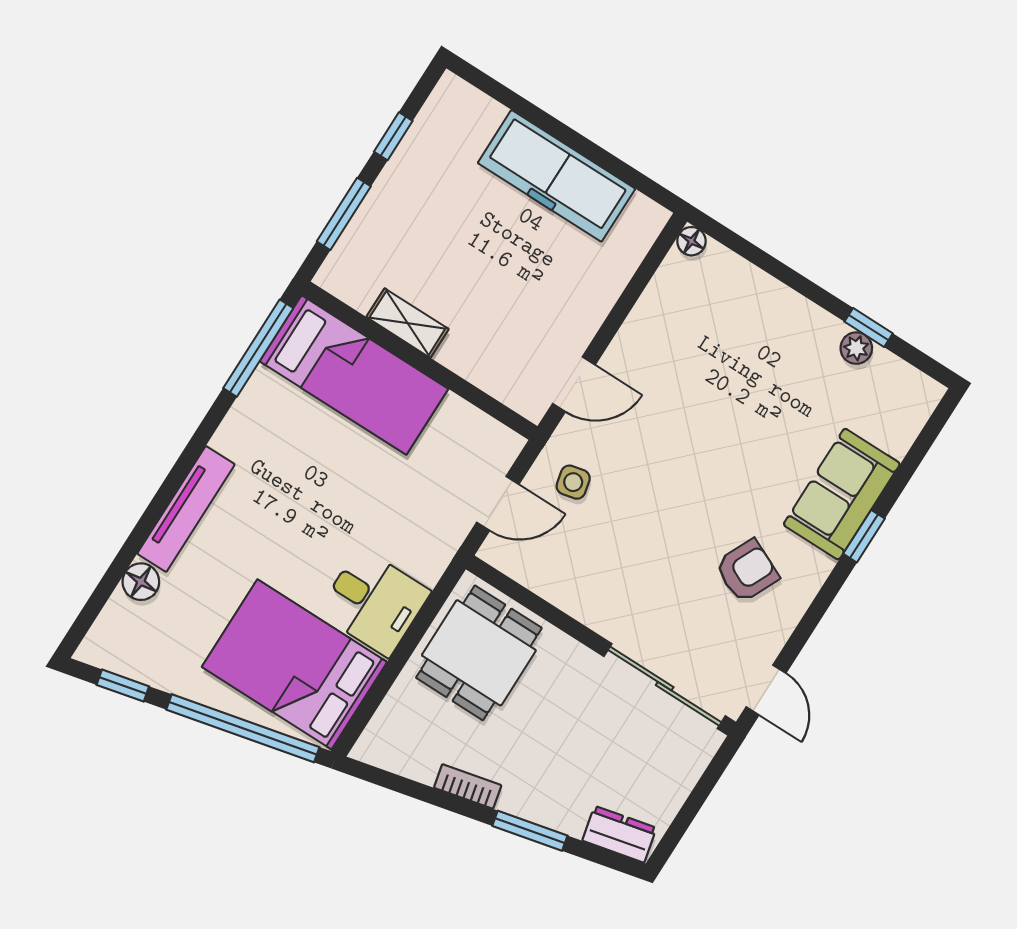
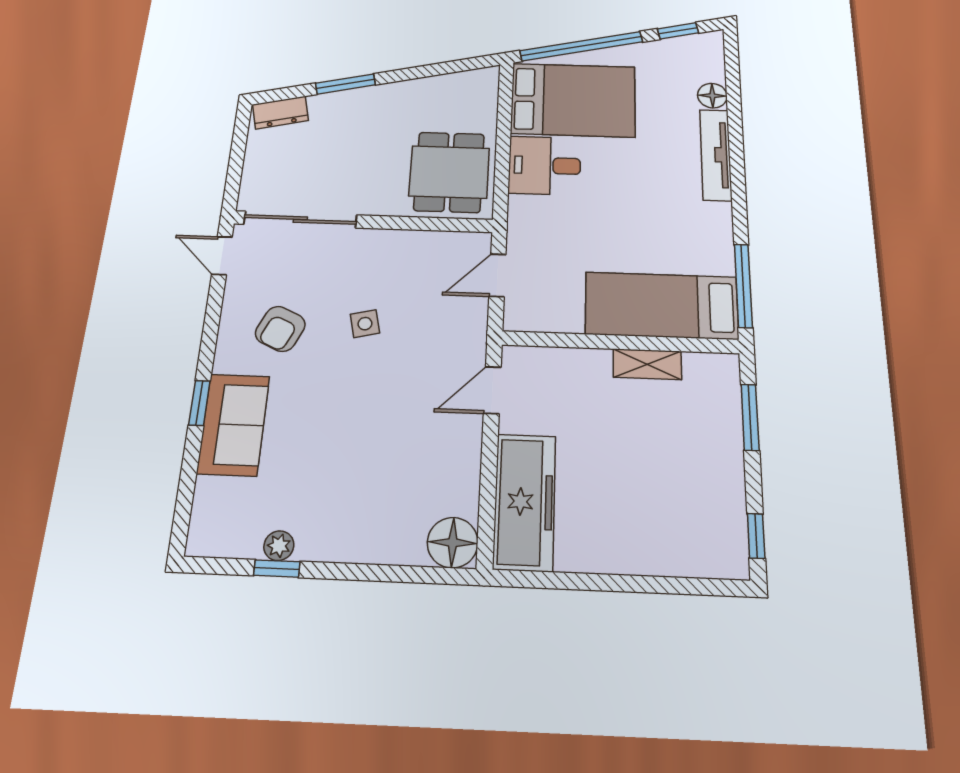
window: (393, 136) -> (756, 536), moved
freezer: (556, 176) -> (524, 502), moved, turned 90
floor lamp: (691, 241) -> (453, 543), width x1.89, depth x1.89
side table: (573, 482) -> (365, 324), moved
bookcase: (468, 786) -> (405, 88), removed

